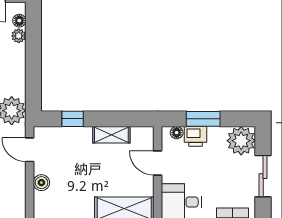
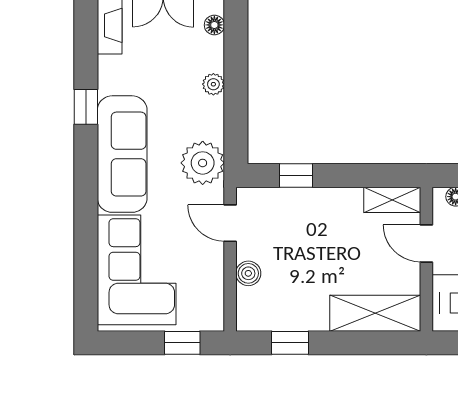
plant: (19, 36) -> (213, 84), moved
shelving: (111, 135) -> (392, 200), moved

